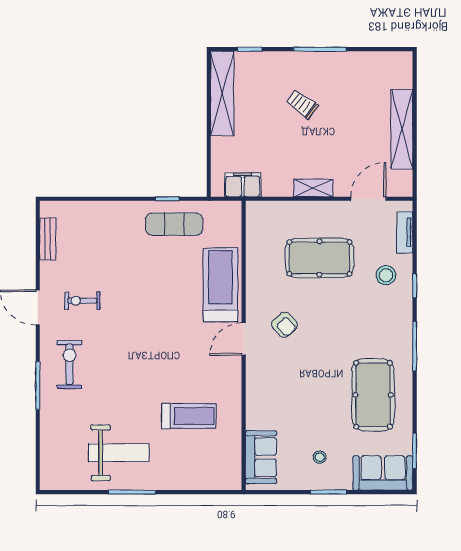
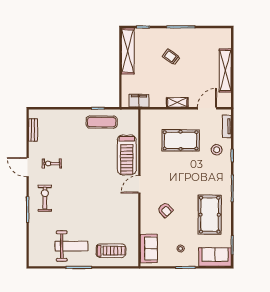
treadmill: (220, 285) -> (127, 155), turned 180
armchair: (284, 325) -> (165, 210), moved
treadmill: (189, 416) -> (111, 251), moved

